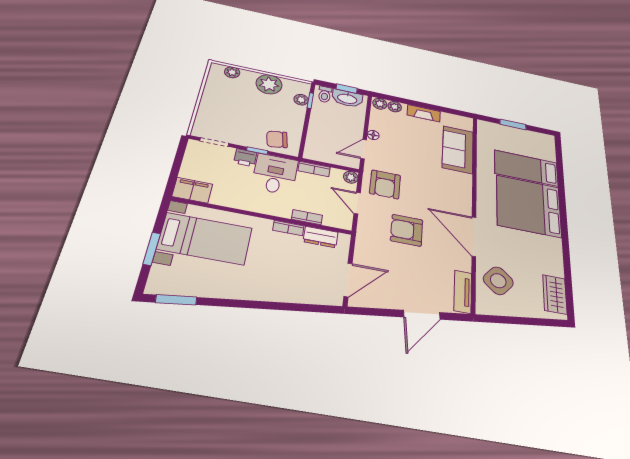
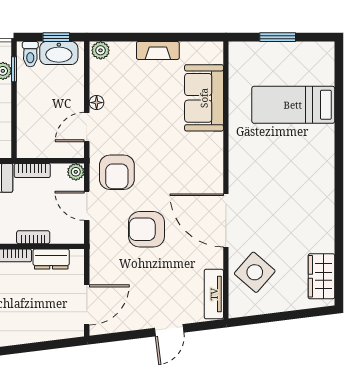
plant: (395, 107) -> (120, 50), removed
bed: (529, 206) -> (294, 162), removed
door: (422, 315) -> (169, 330), width x0.73

